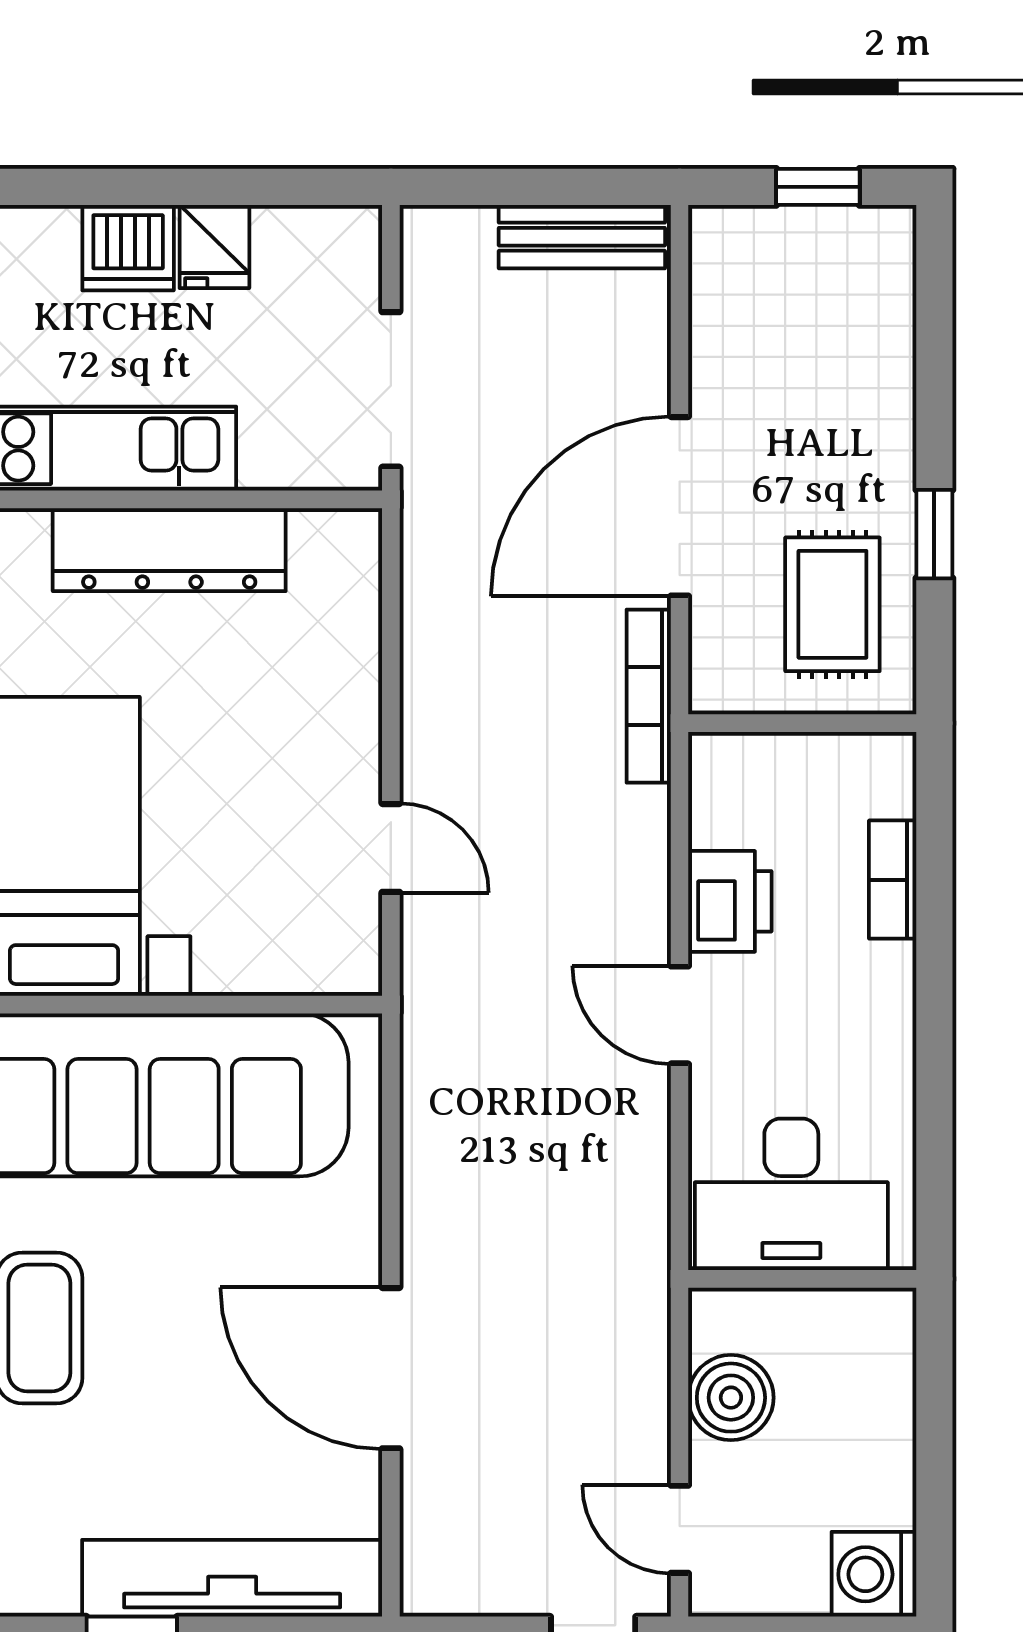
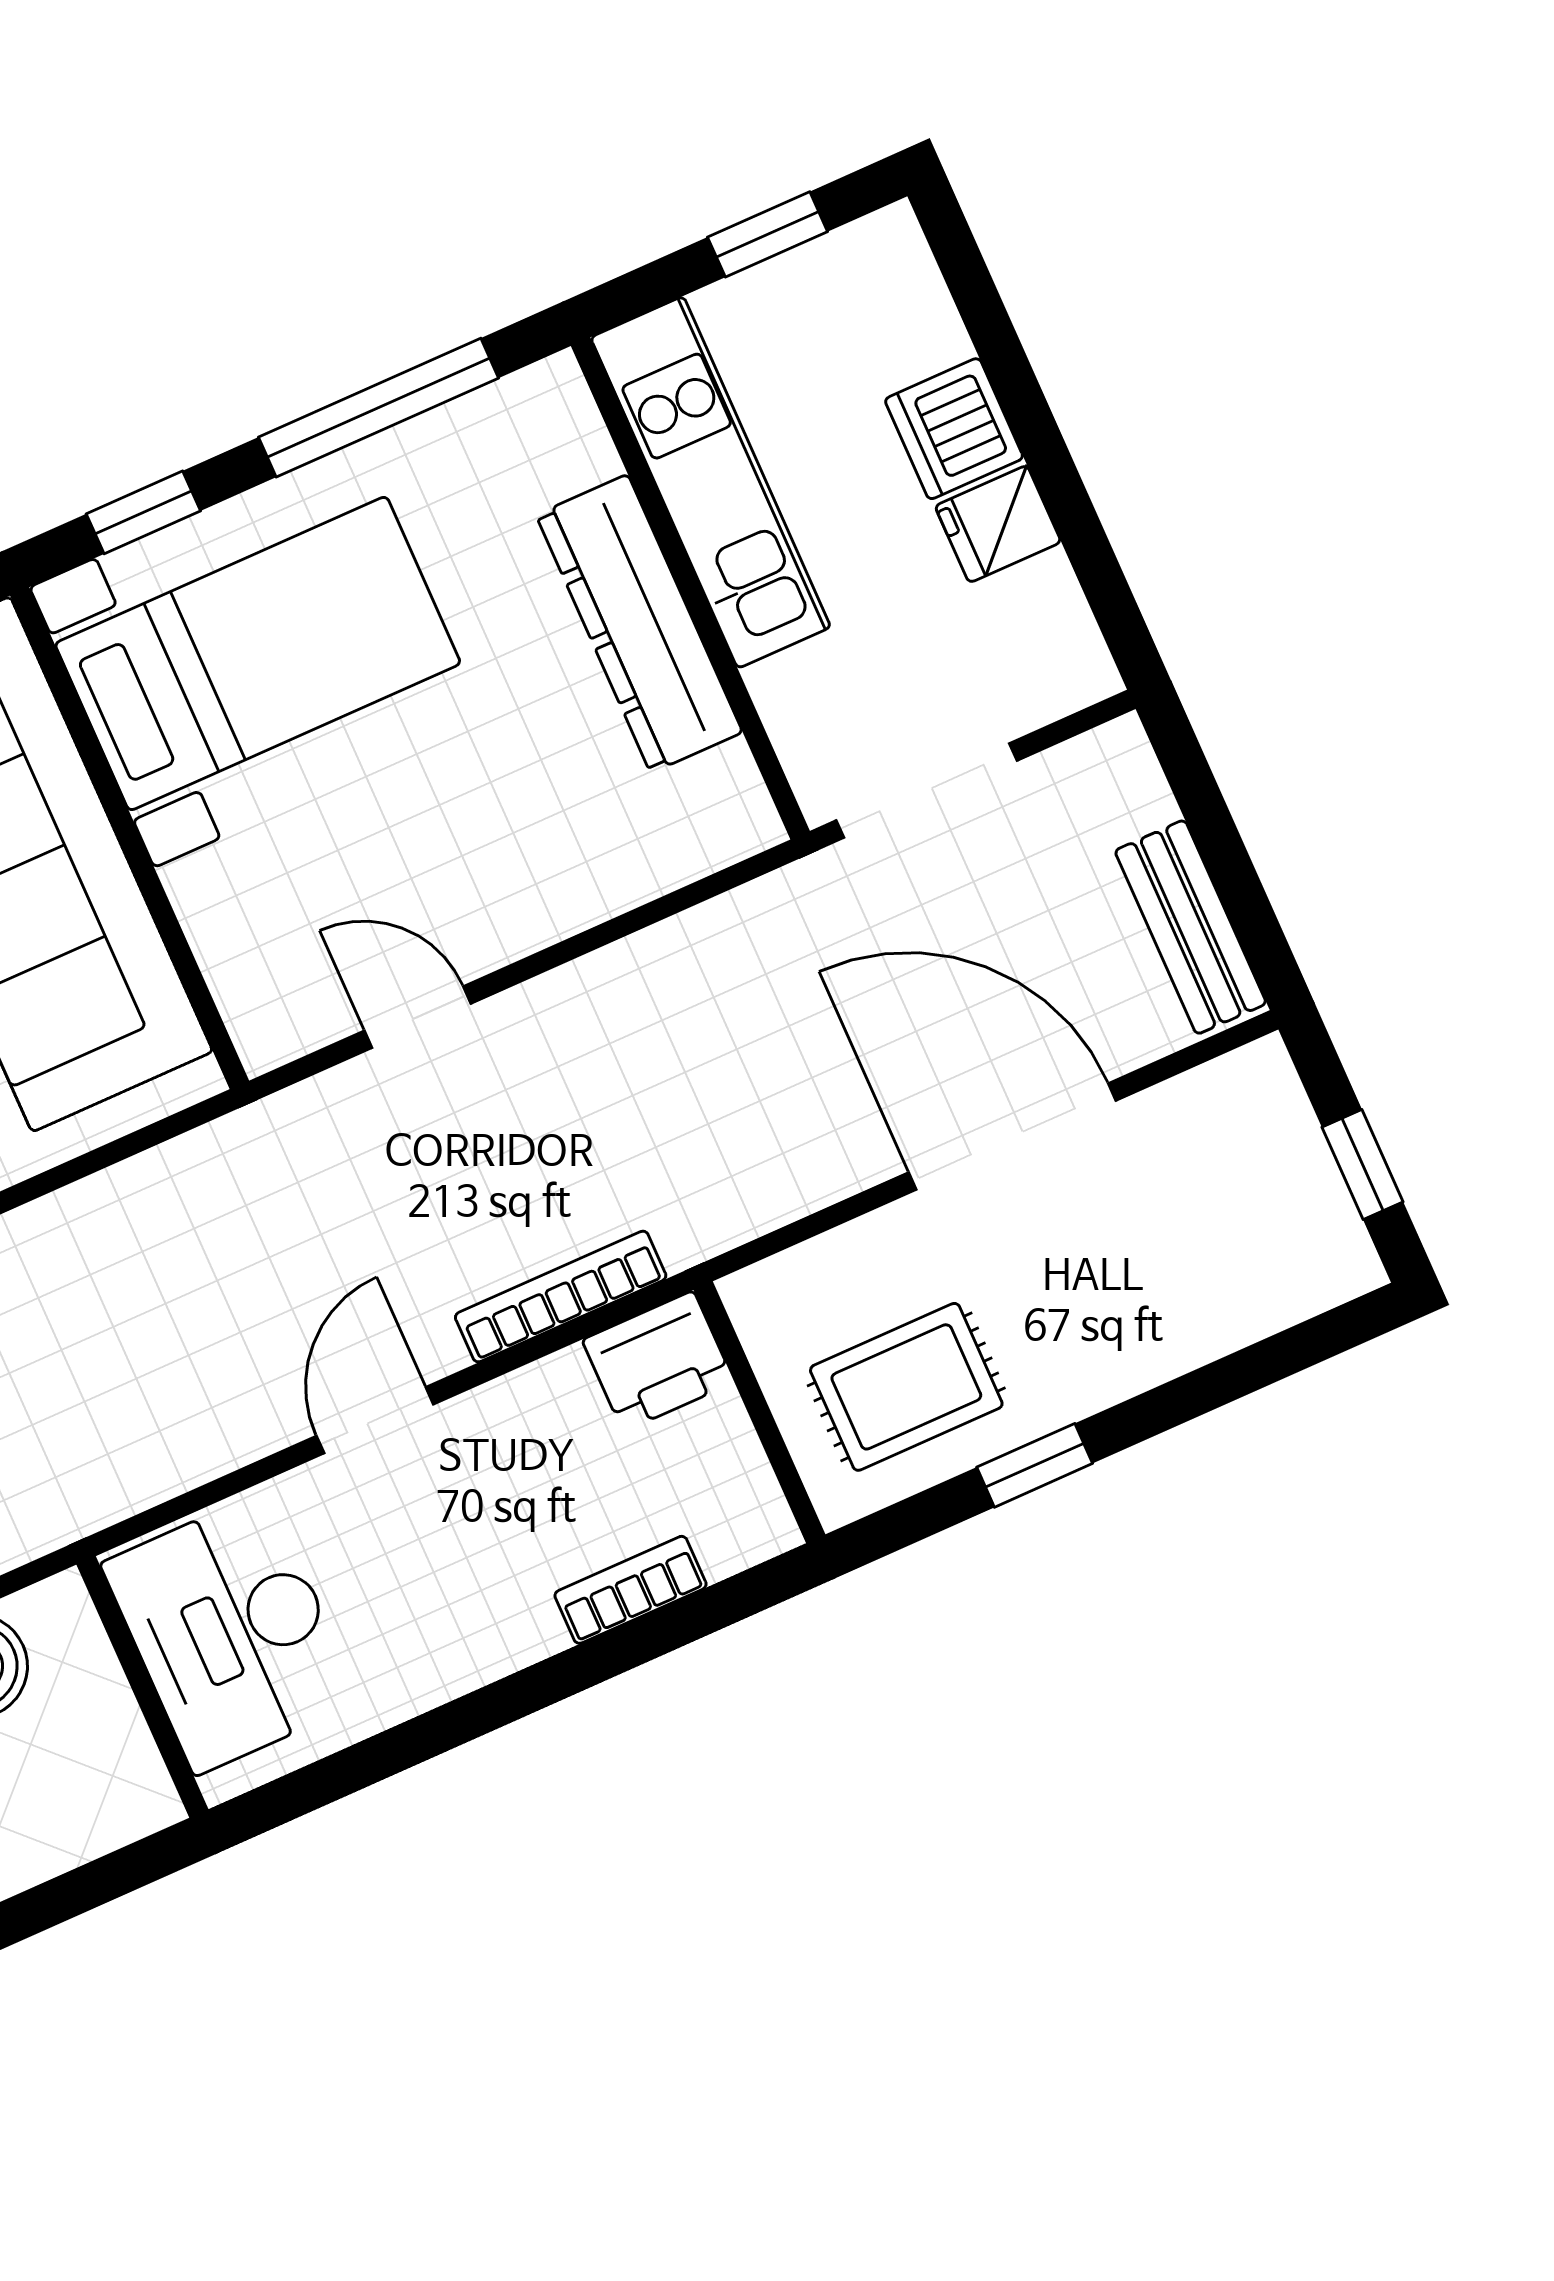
door: (680, 506) -> (1012, 1136), moved
bookcase: (649, 696) -> (561, 1297), moved
door: (391, 848) -> (418, 1017), swing flipped
printer: (730, 901) -> (658, 1361), moved

